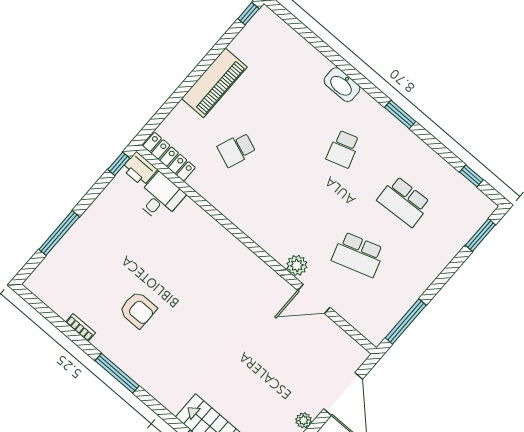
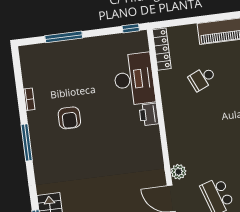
school desk: (237, 150) -> (202, 78), turned -45
printer: (139, 169) -> (149, 114), moved
desk: (160, 197) -> (134, 79), width x1.87, depth x1.30

